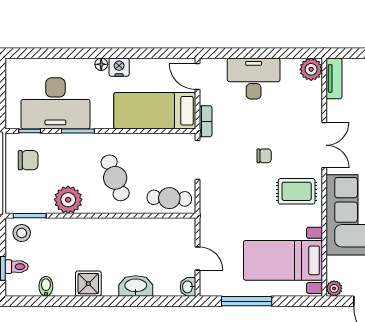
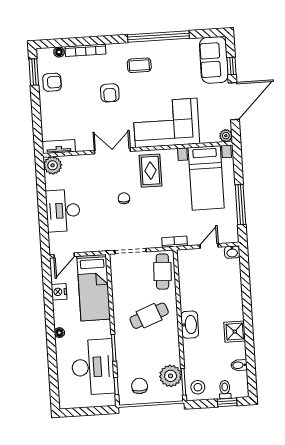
nightstand: (119, 67) -> (59, 292), moved
bookcase: (206, 121) -> (175, 242), moved
plant: (68, 200) -> (171, 376), moved
washbasin: (136, 286) -> (190, 325), moved, turned 180

